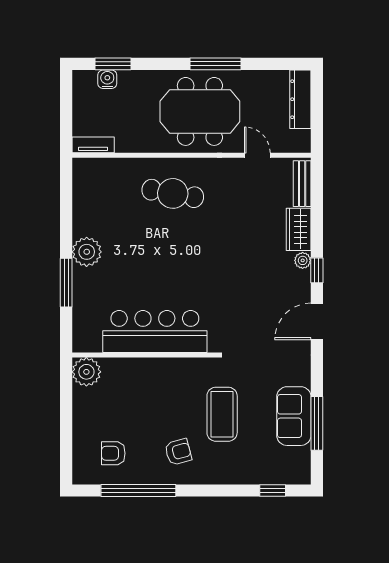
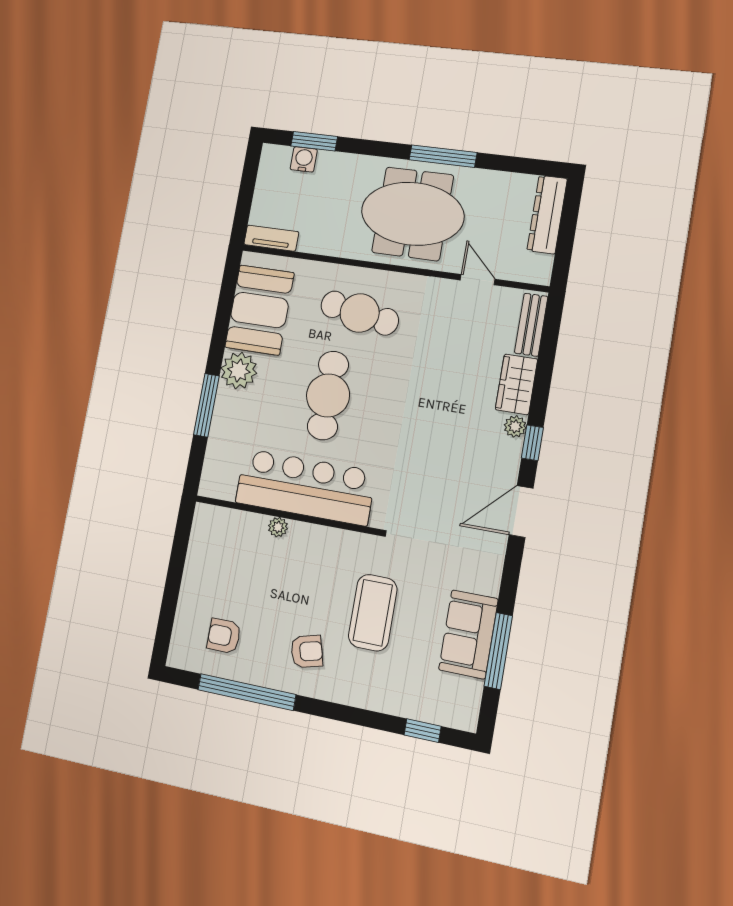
booth: (94, 202) -> (259, 310), added
cafe table: (160, 260) -> (328, 395), added
plant: (86, 372) -> (278, 527), moved, width x0.53, depth x0.53

